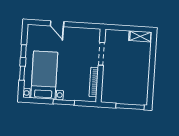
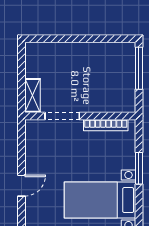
shelving: (140, 36) -> (32, 95), moved

